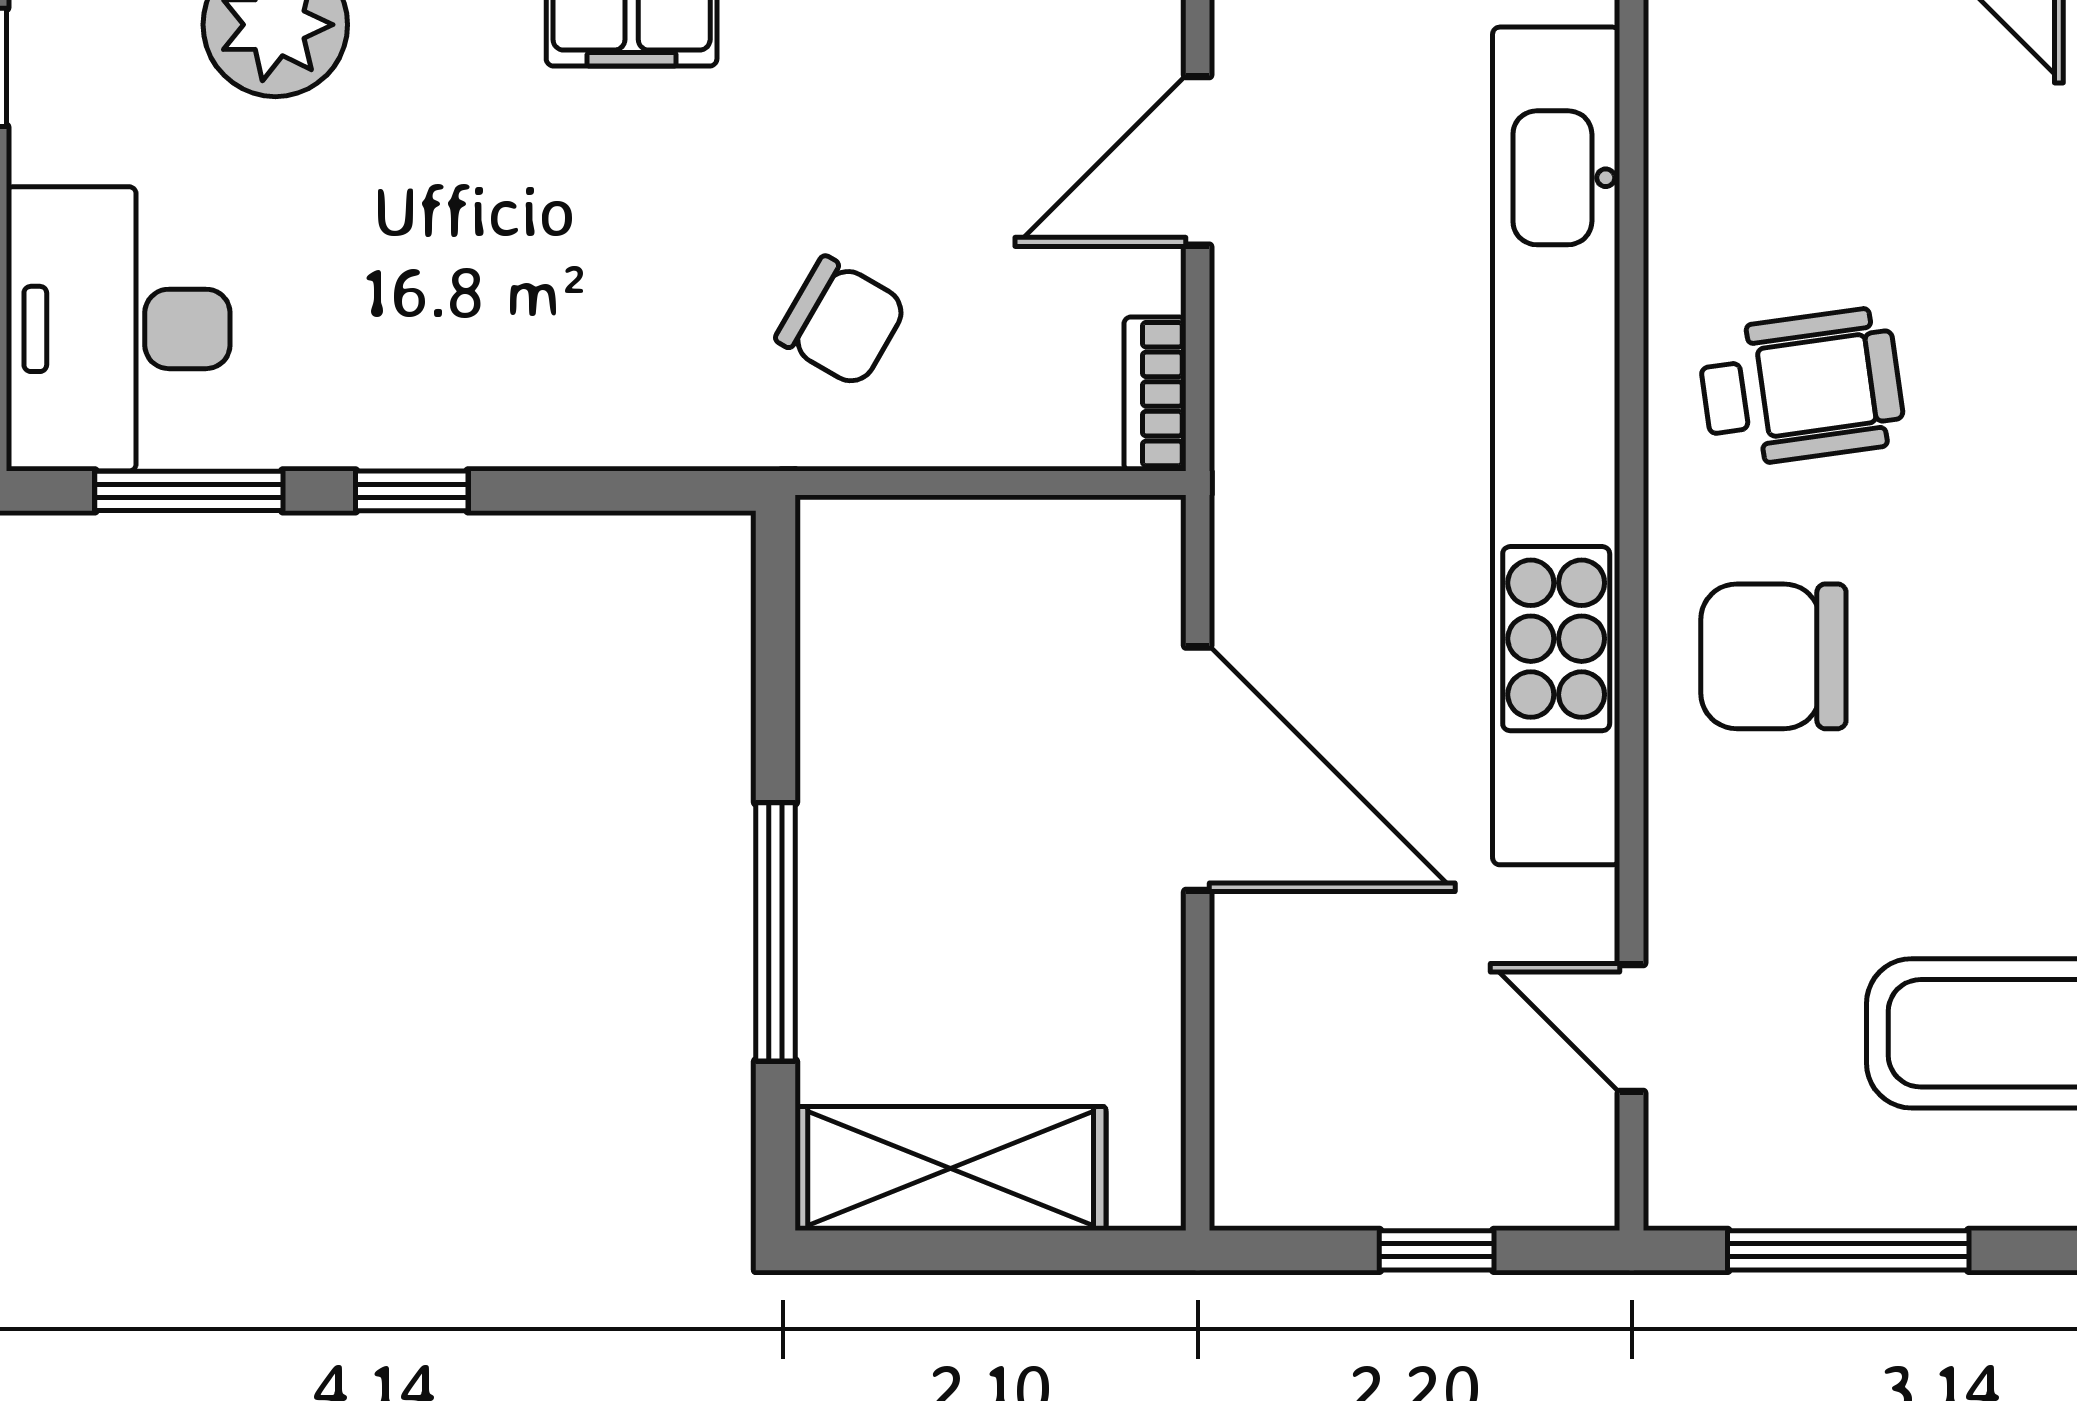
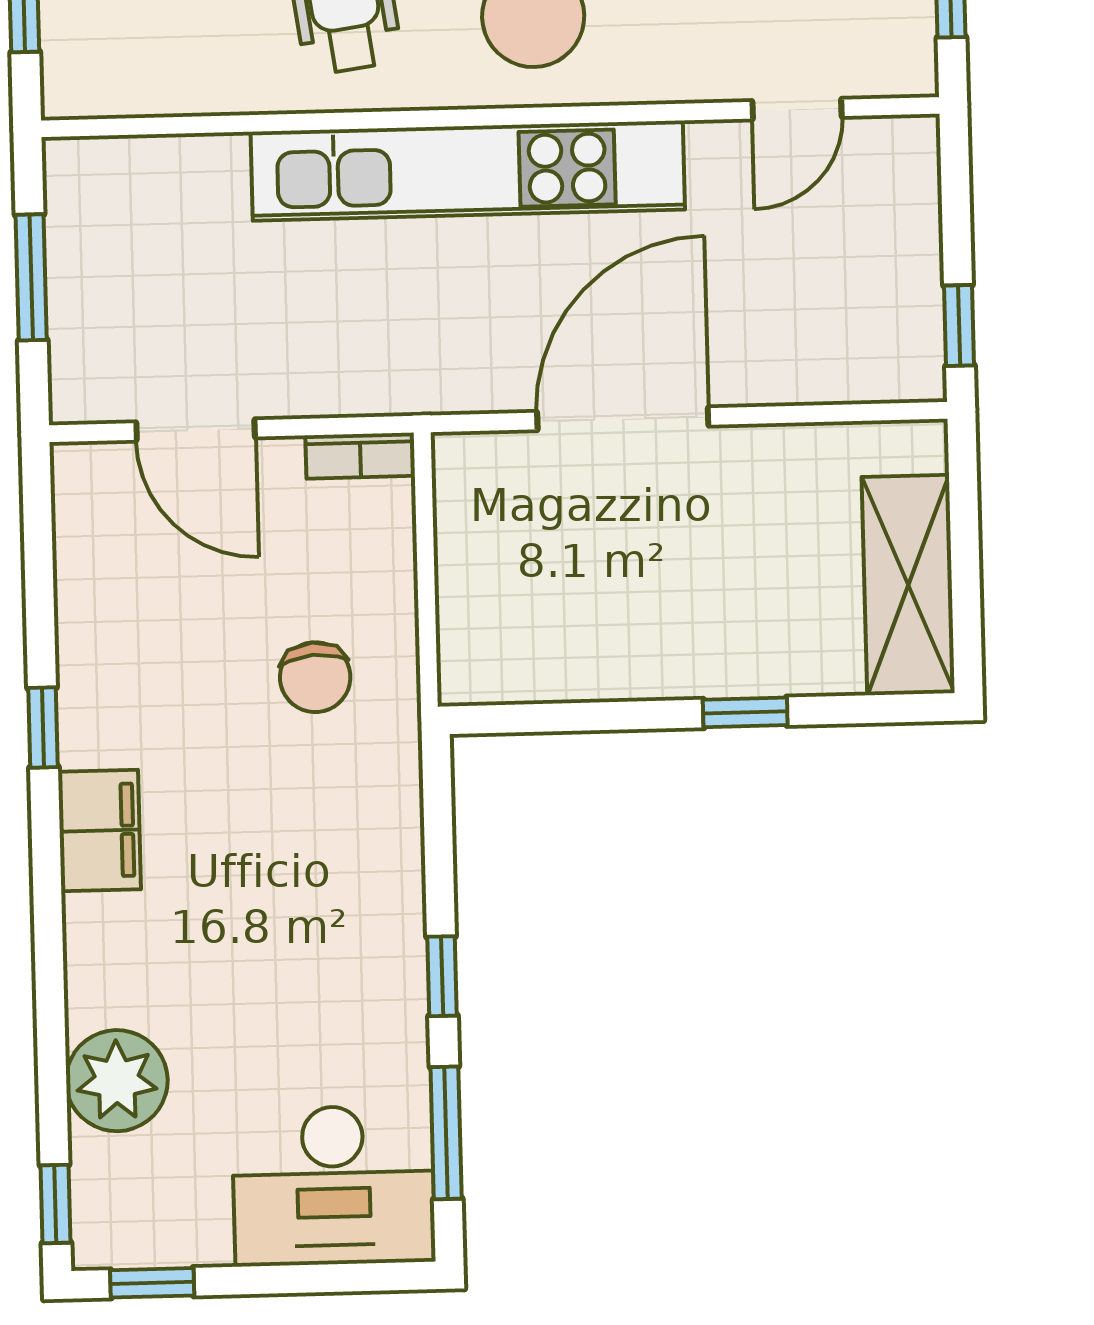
chair: (842, 322) -> (315, 677), turned 146
kitchen unit: (1556, 446) -> (468, 171), width x0.73
window: (776, 932) -> (745, 712), width x0.46
window: (1437, 1250) -> (959, 325), moved

